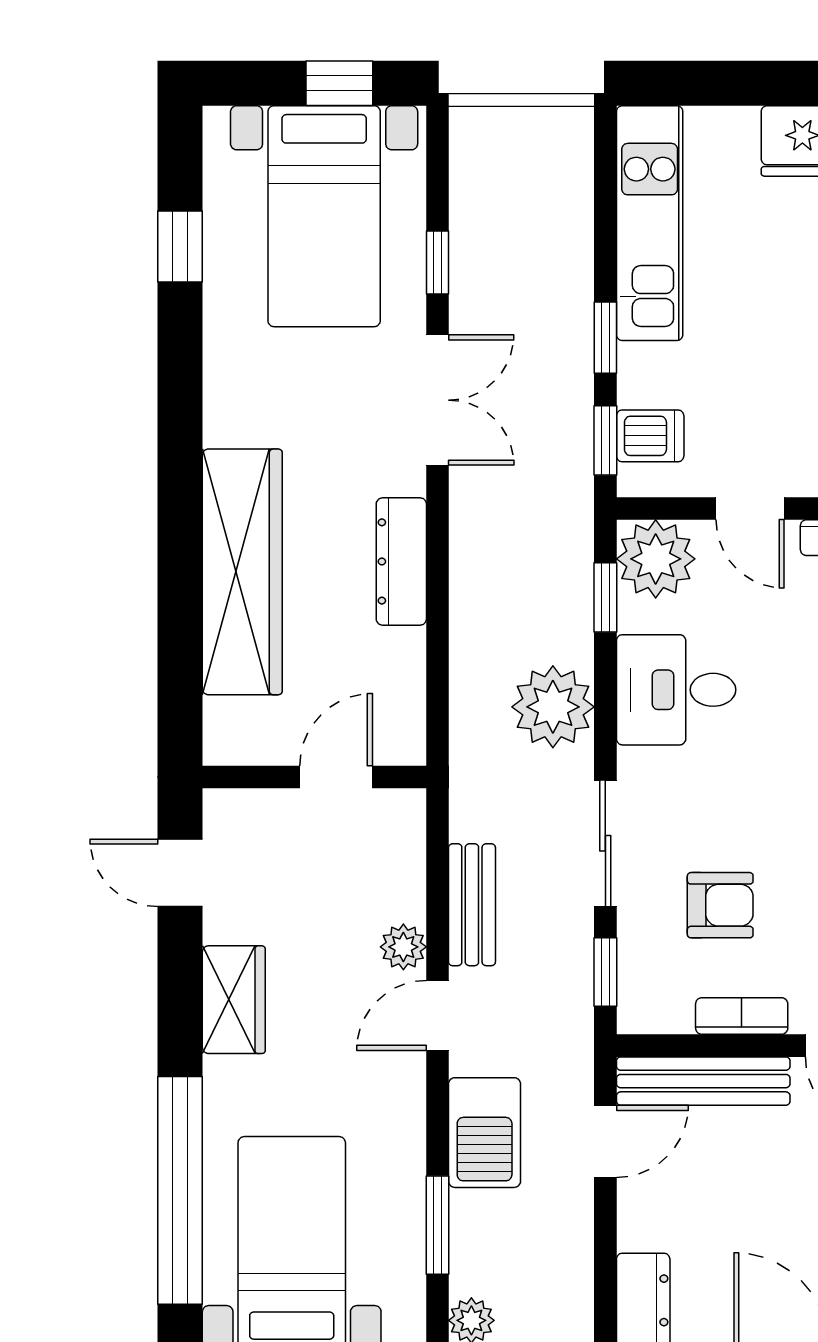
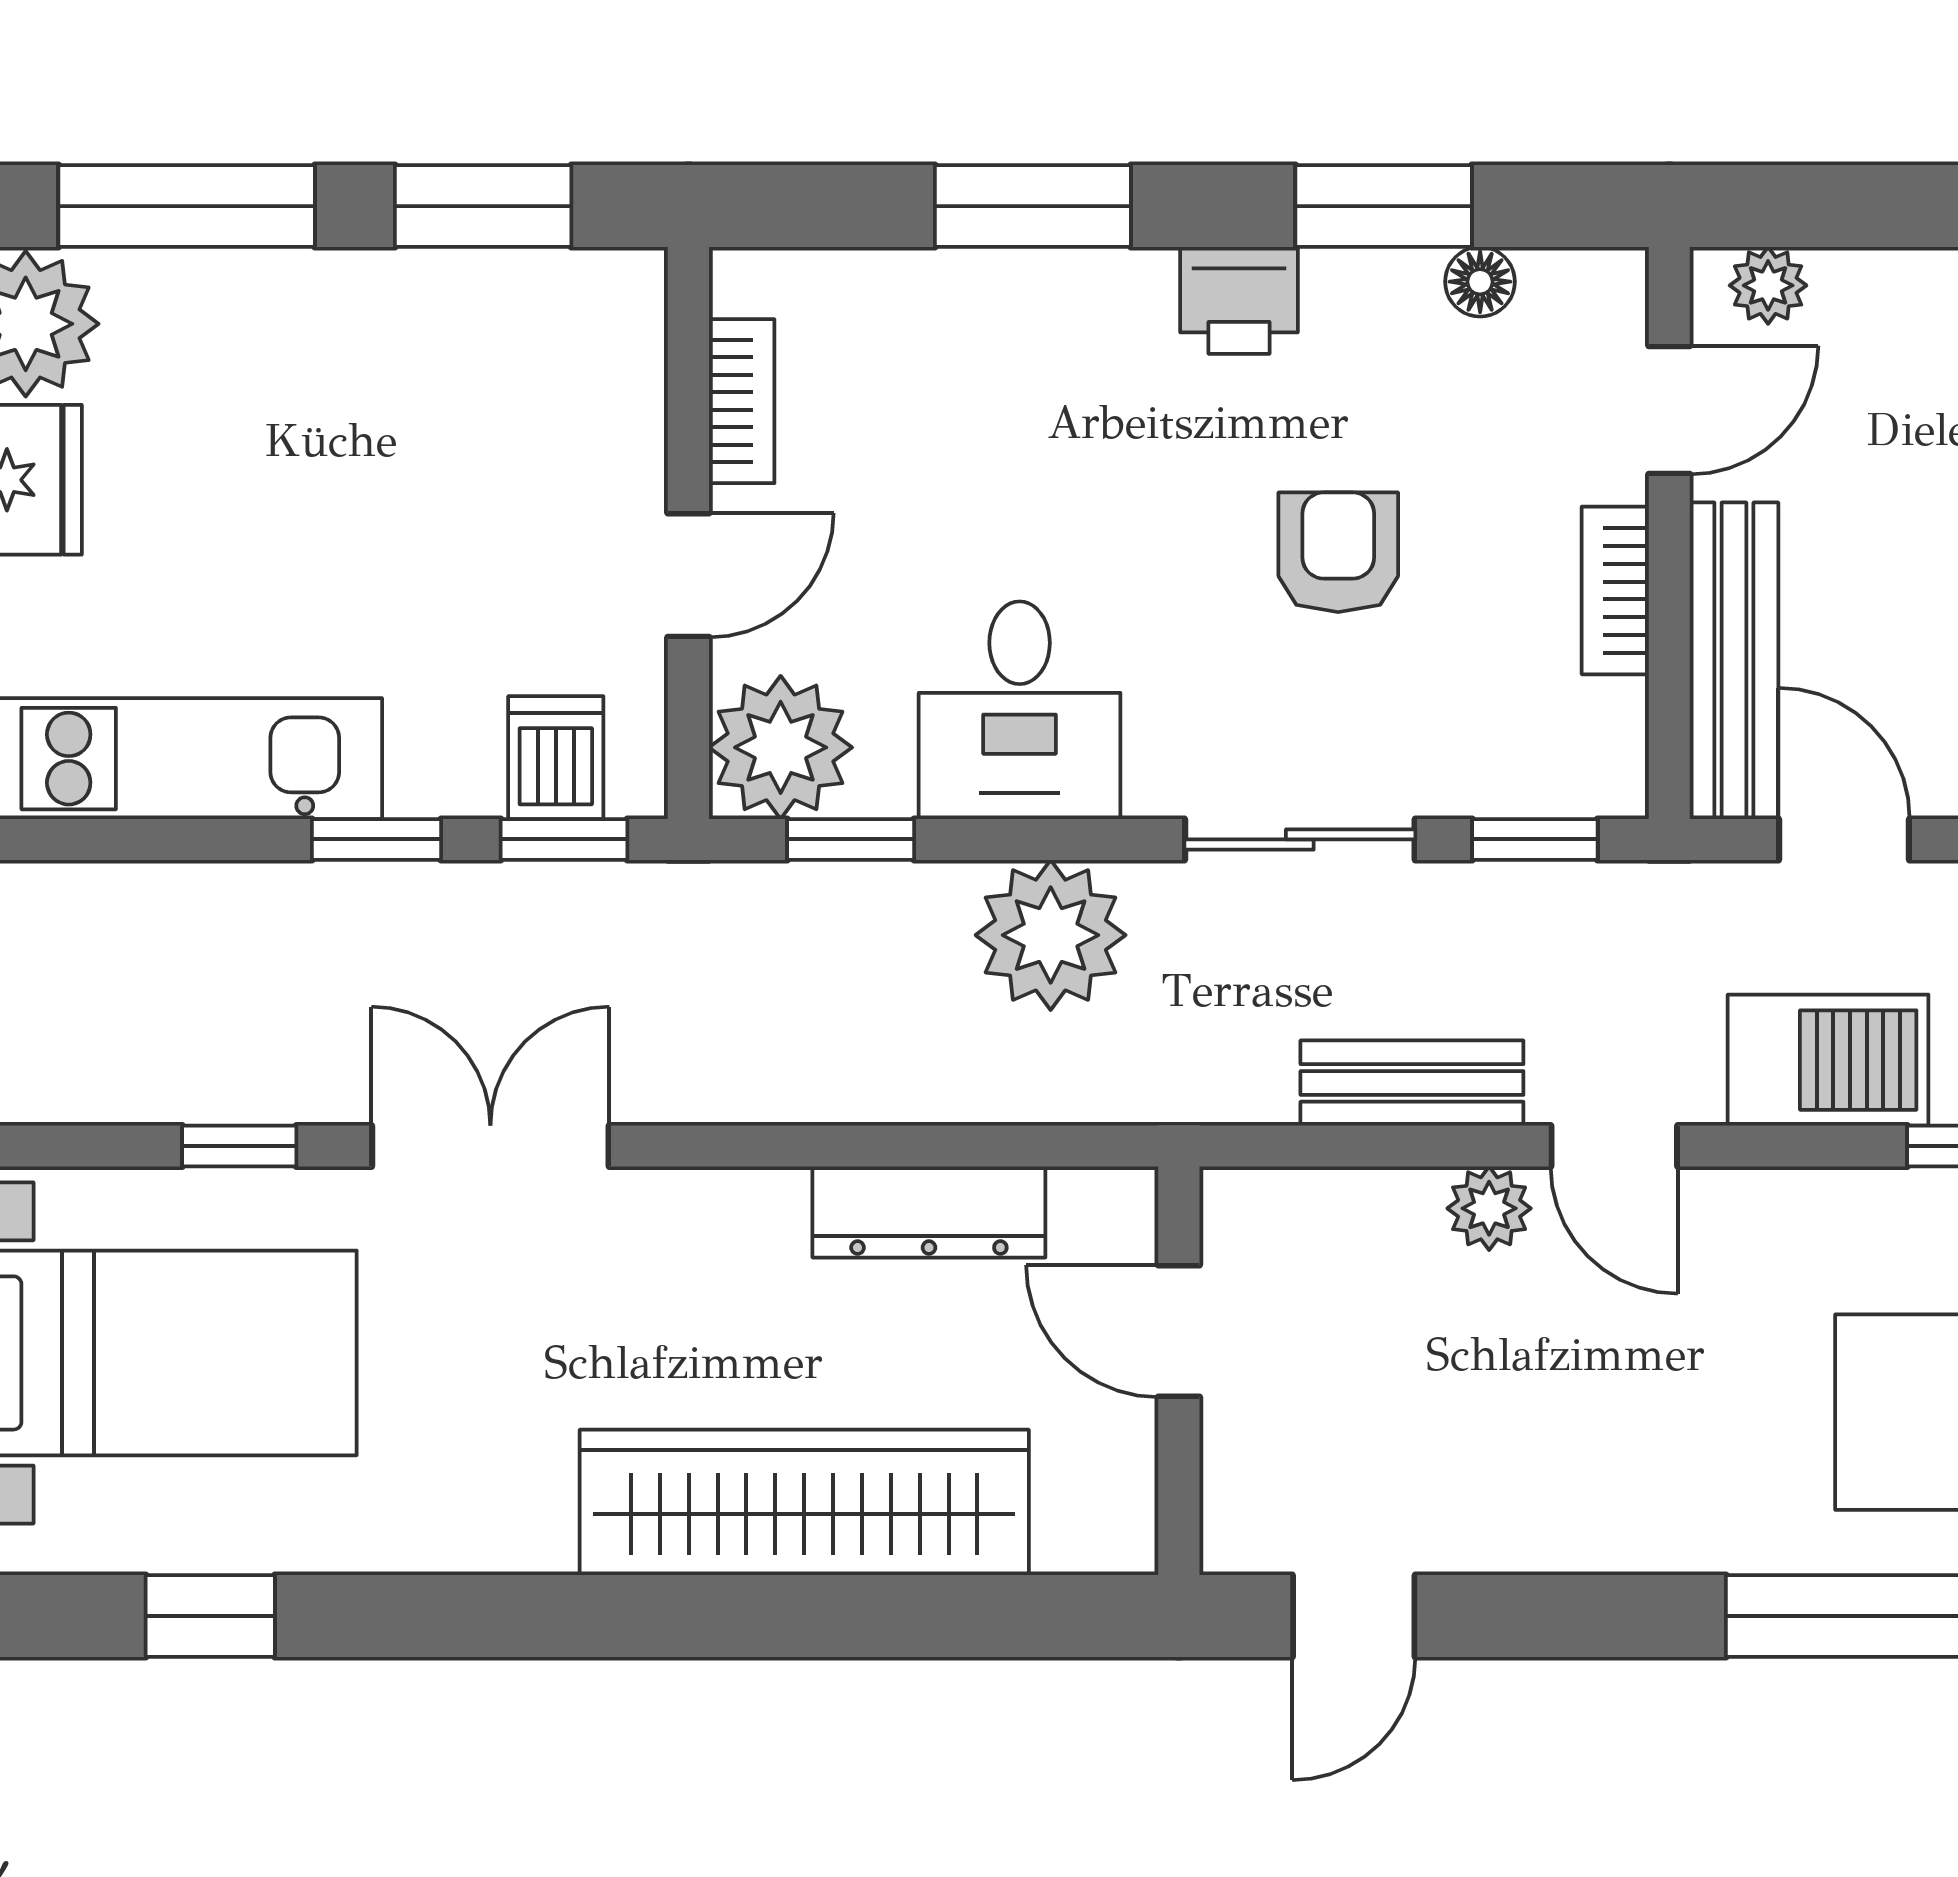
dresser: (401, 561) -> (929, 1212), moved
armchair: (720, 905) -> (1338, 552), moved
wardrobe: (234, 1000) -> (1585, 1518), removed

